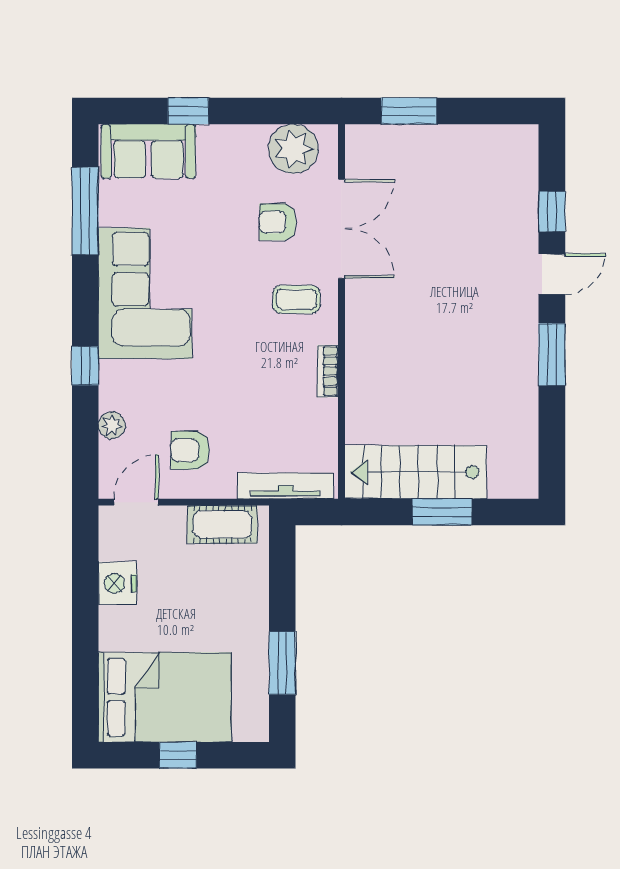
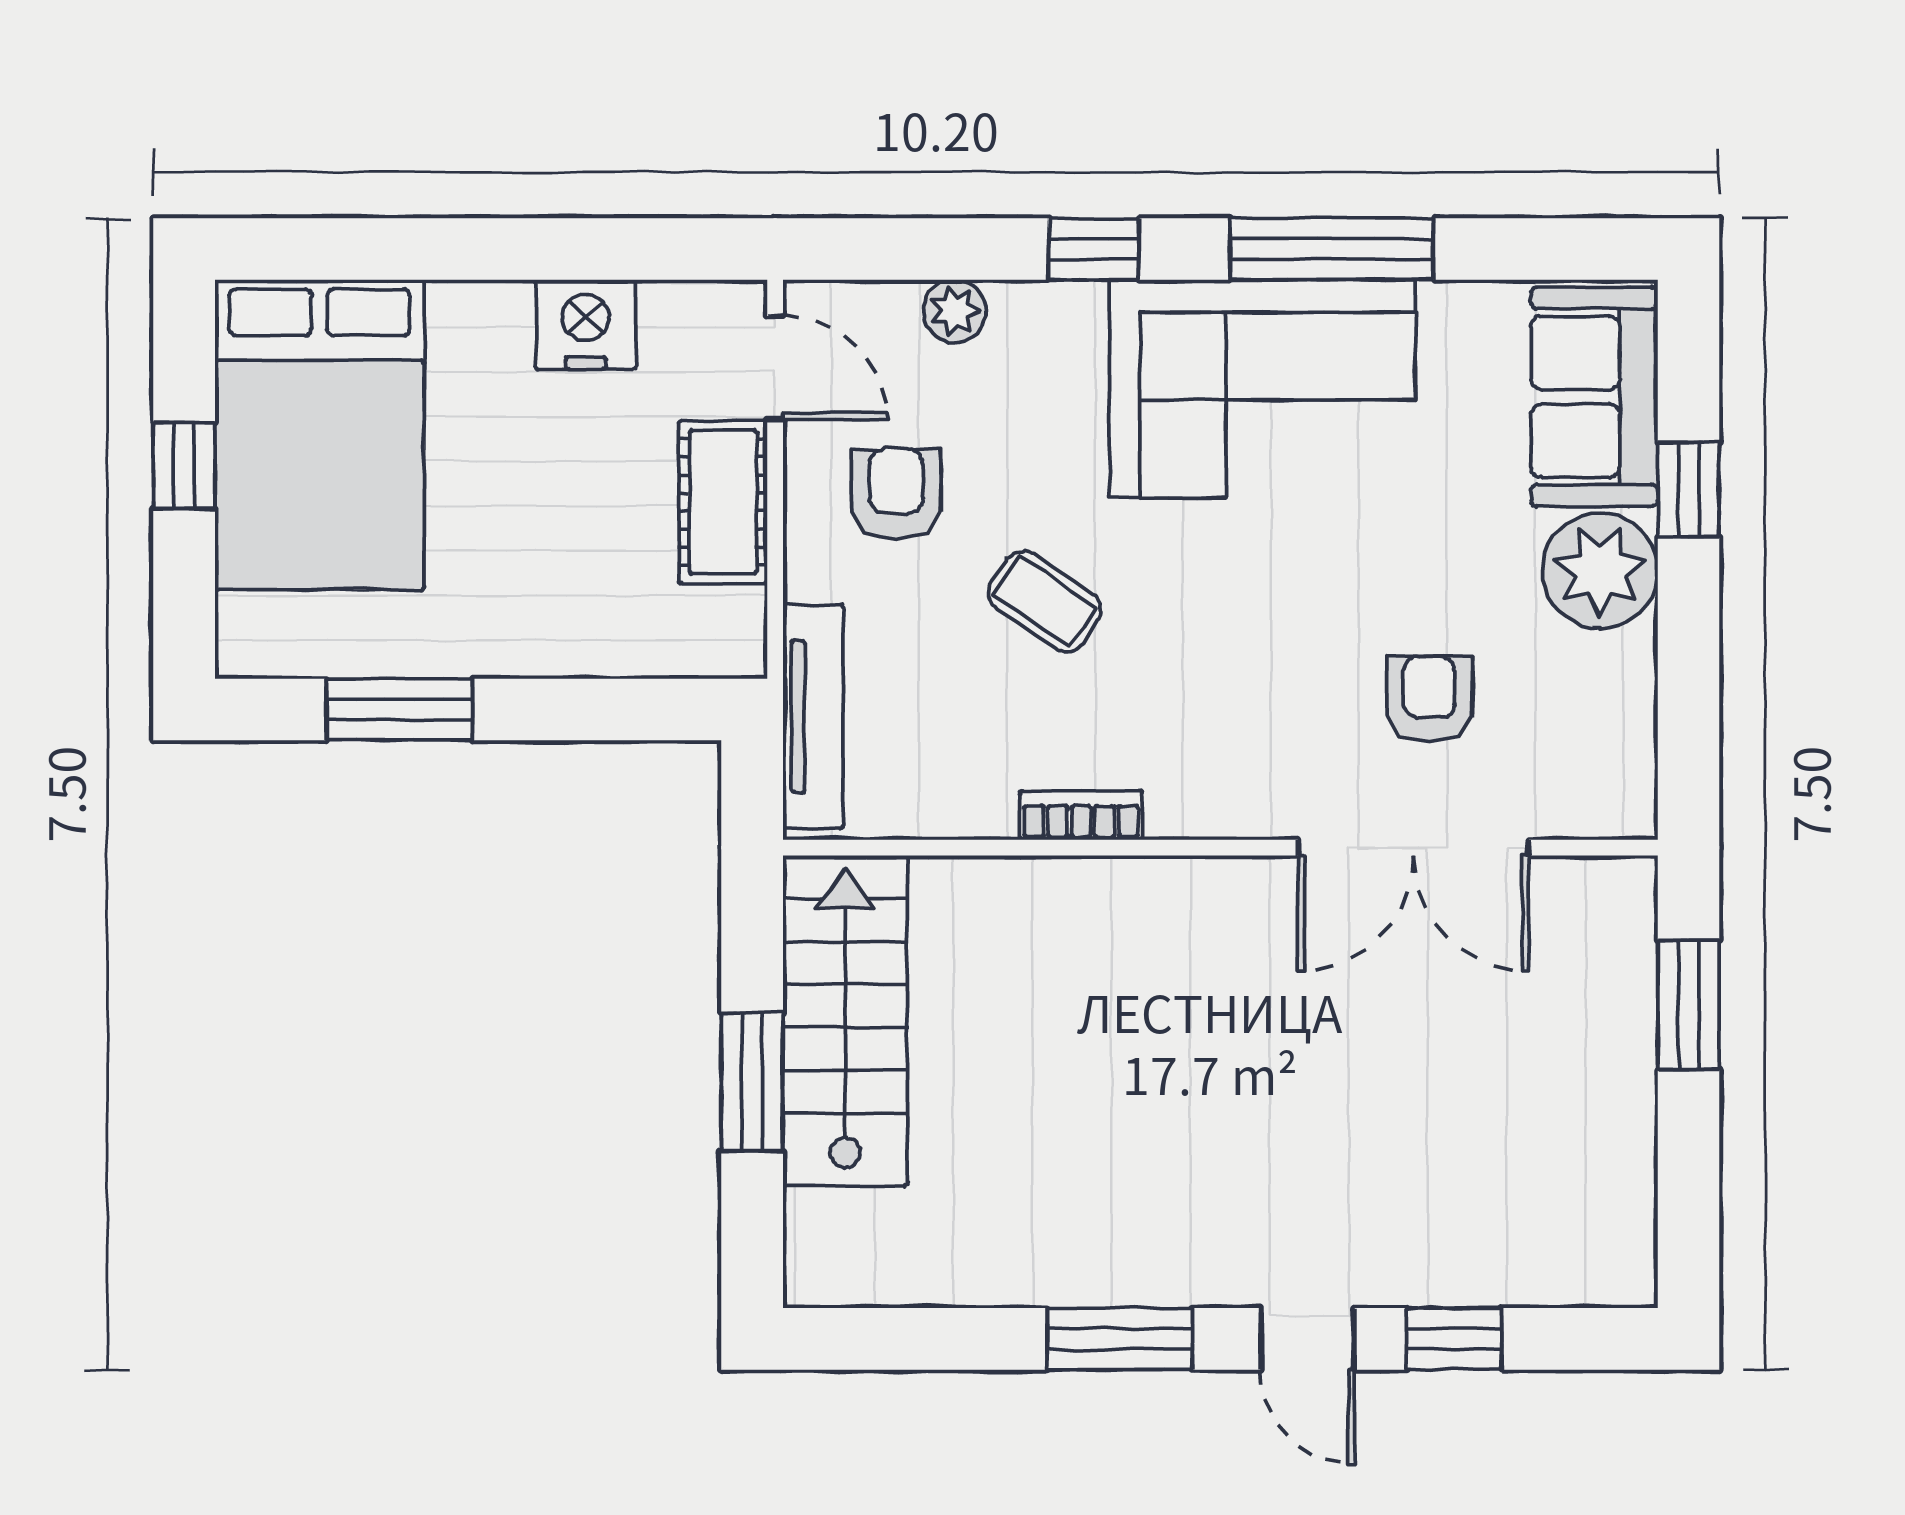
plant: (293, 149) -> (1600, 570), moved
window: (85, 211) -> (1332, 249), moved
coffee table: (296, 299) -> (1045, 601), moved, turned -56
cot: (222, 524) -> (723, 502), moved

